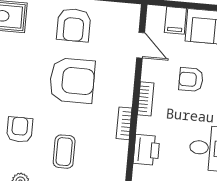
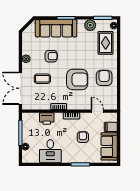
armchair: (74, 25) -> (104, 78), turned 89
door: (141, 45) -> (97, 111), swing flipped
armchair: (72, 80) -> (77, 80), turned -90

